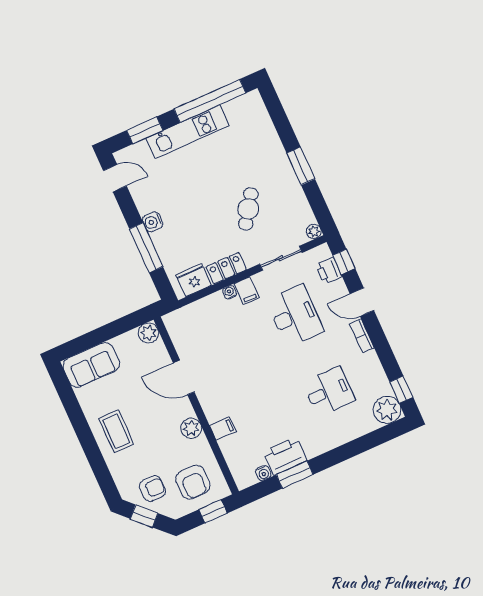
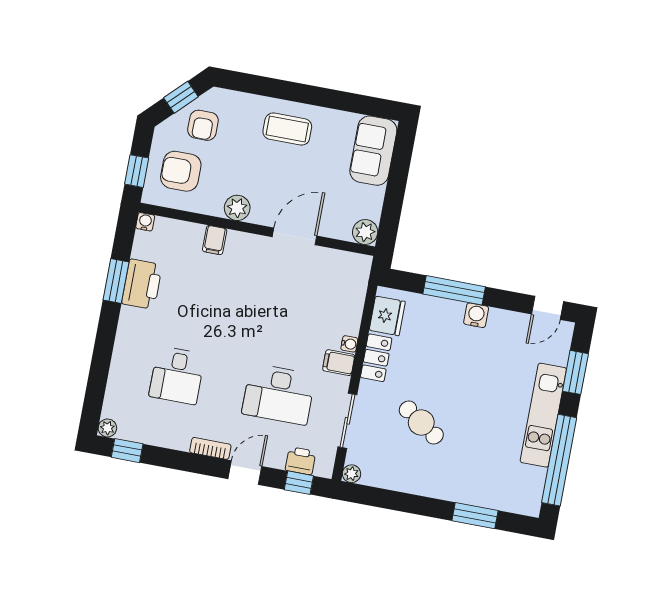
window: (301, 166) -> (475, 516), moved
plant: (387, 410) -> (107, 428), width x0.53, depth x0.53
water cooler: (263, 473) -> (145, 222), moved, turned 90

